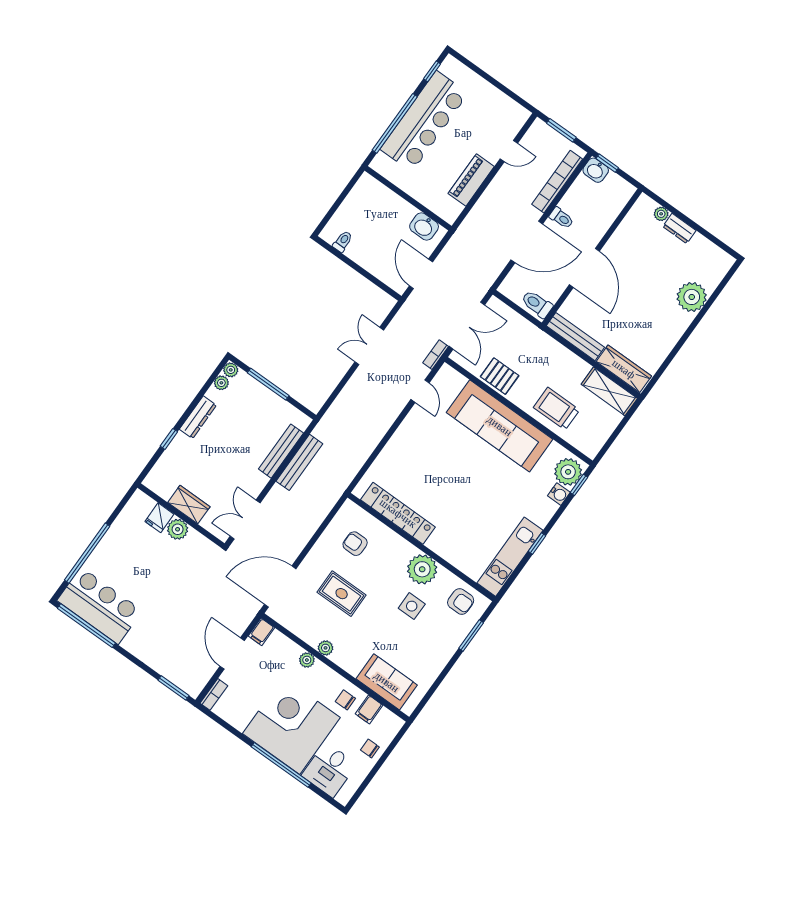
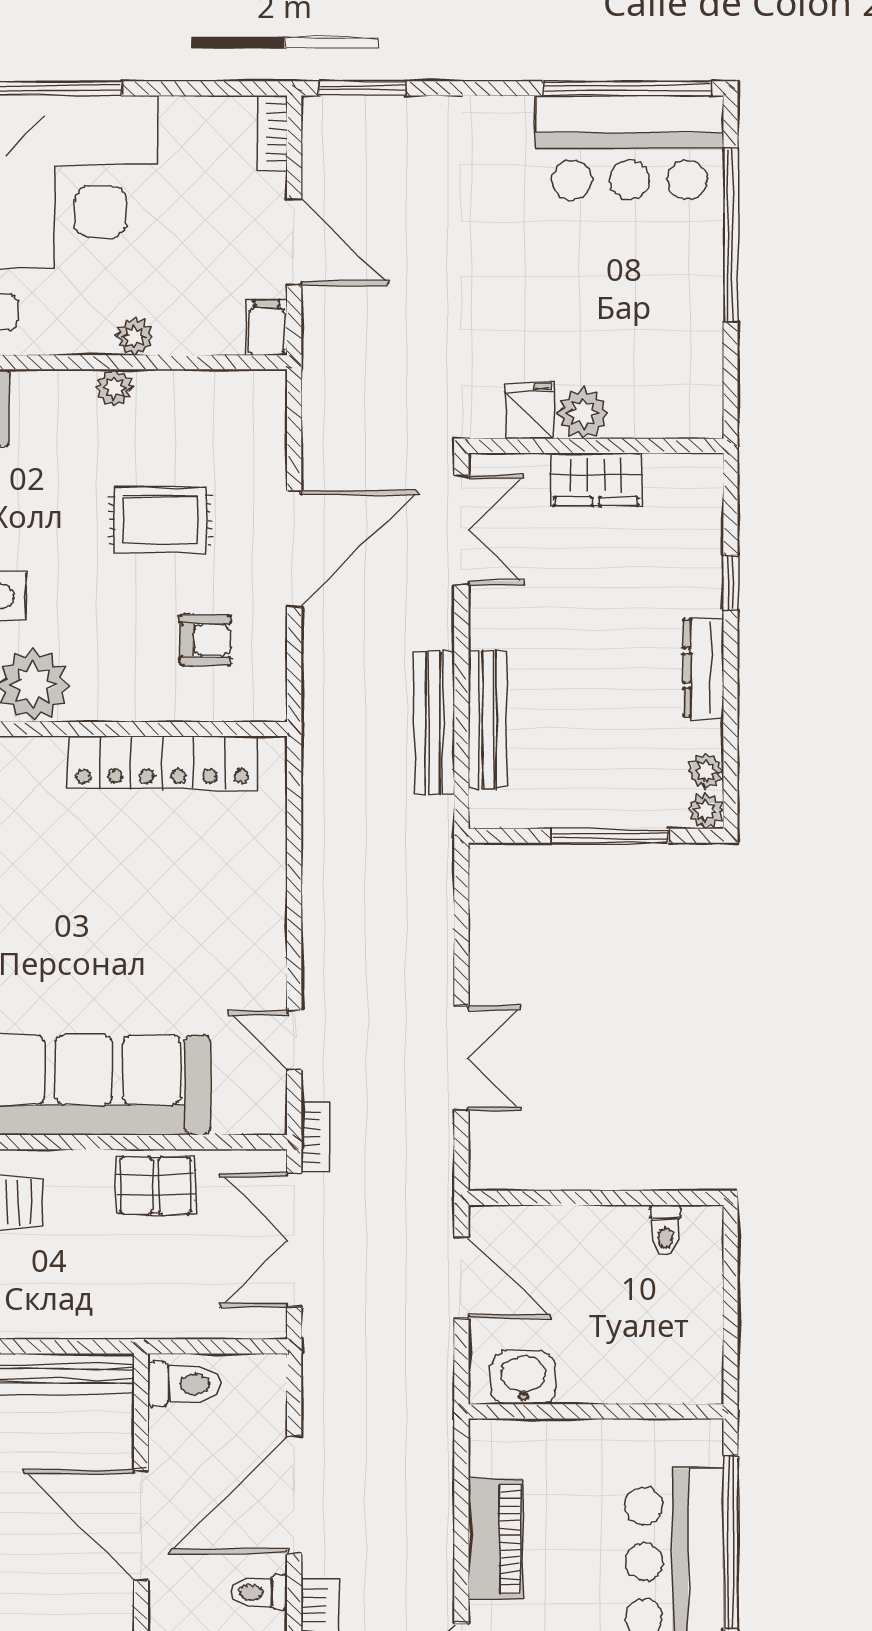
fridge: (159, 518) -> (530, 410), moved
door: (280, 587) -> (294, 549), moved

